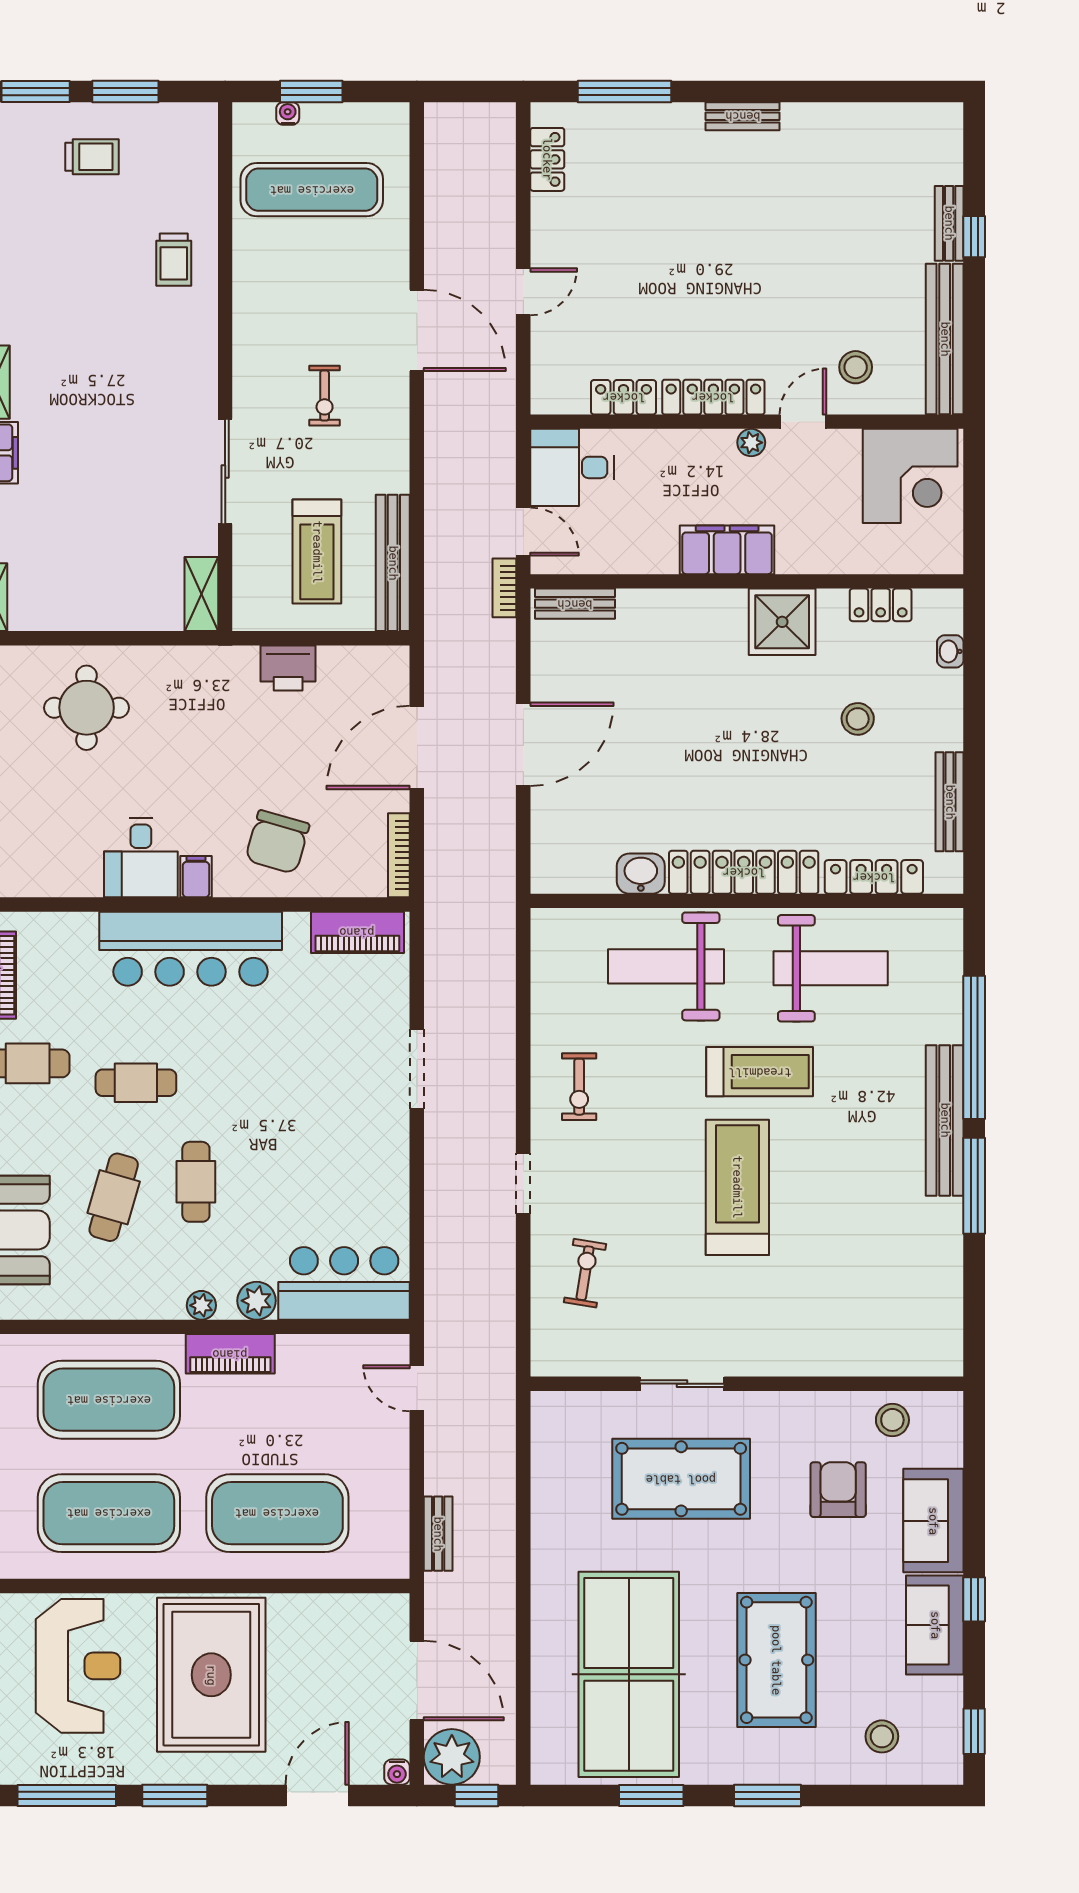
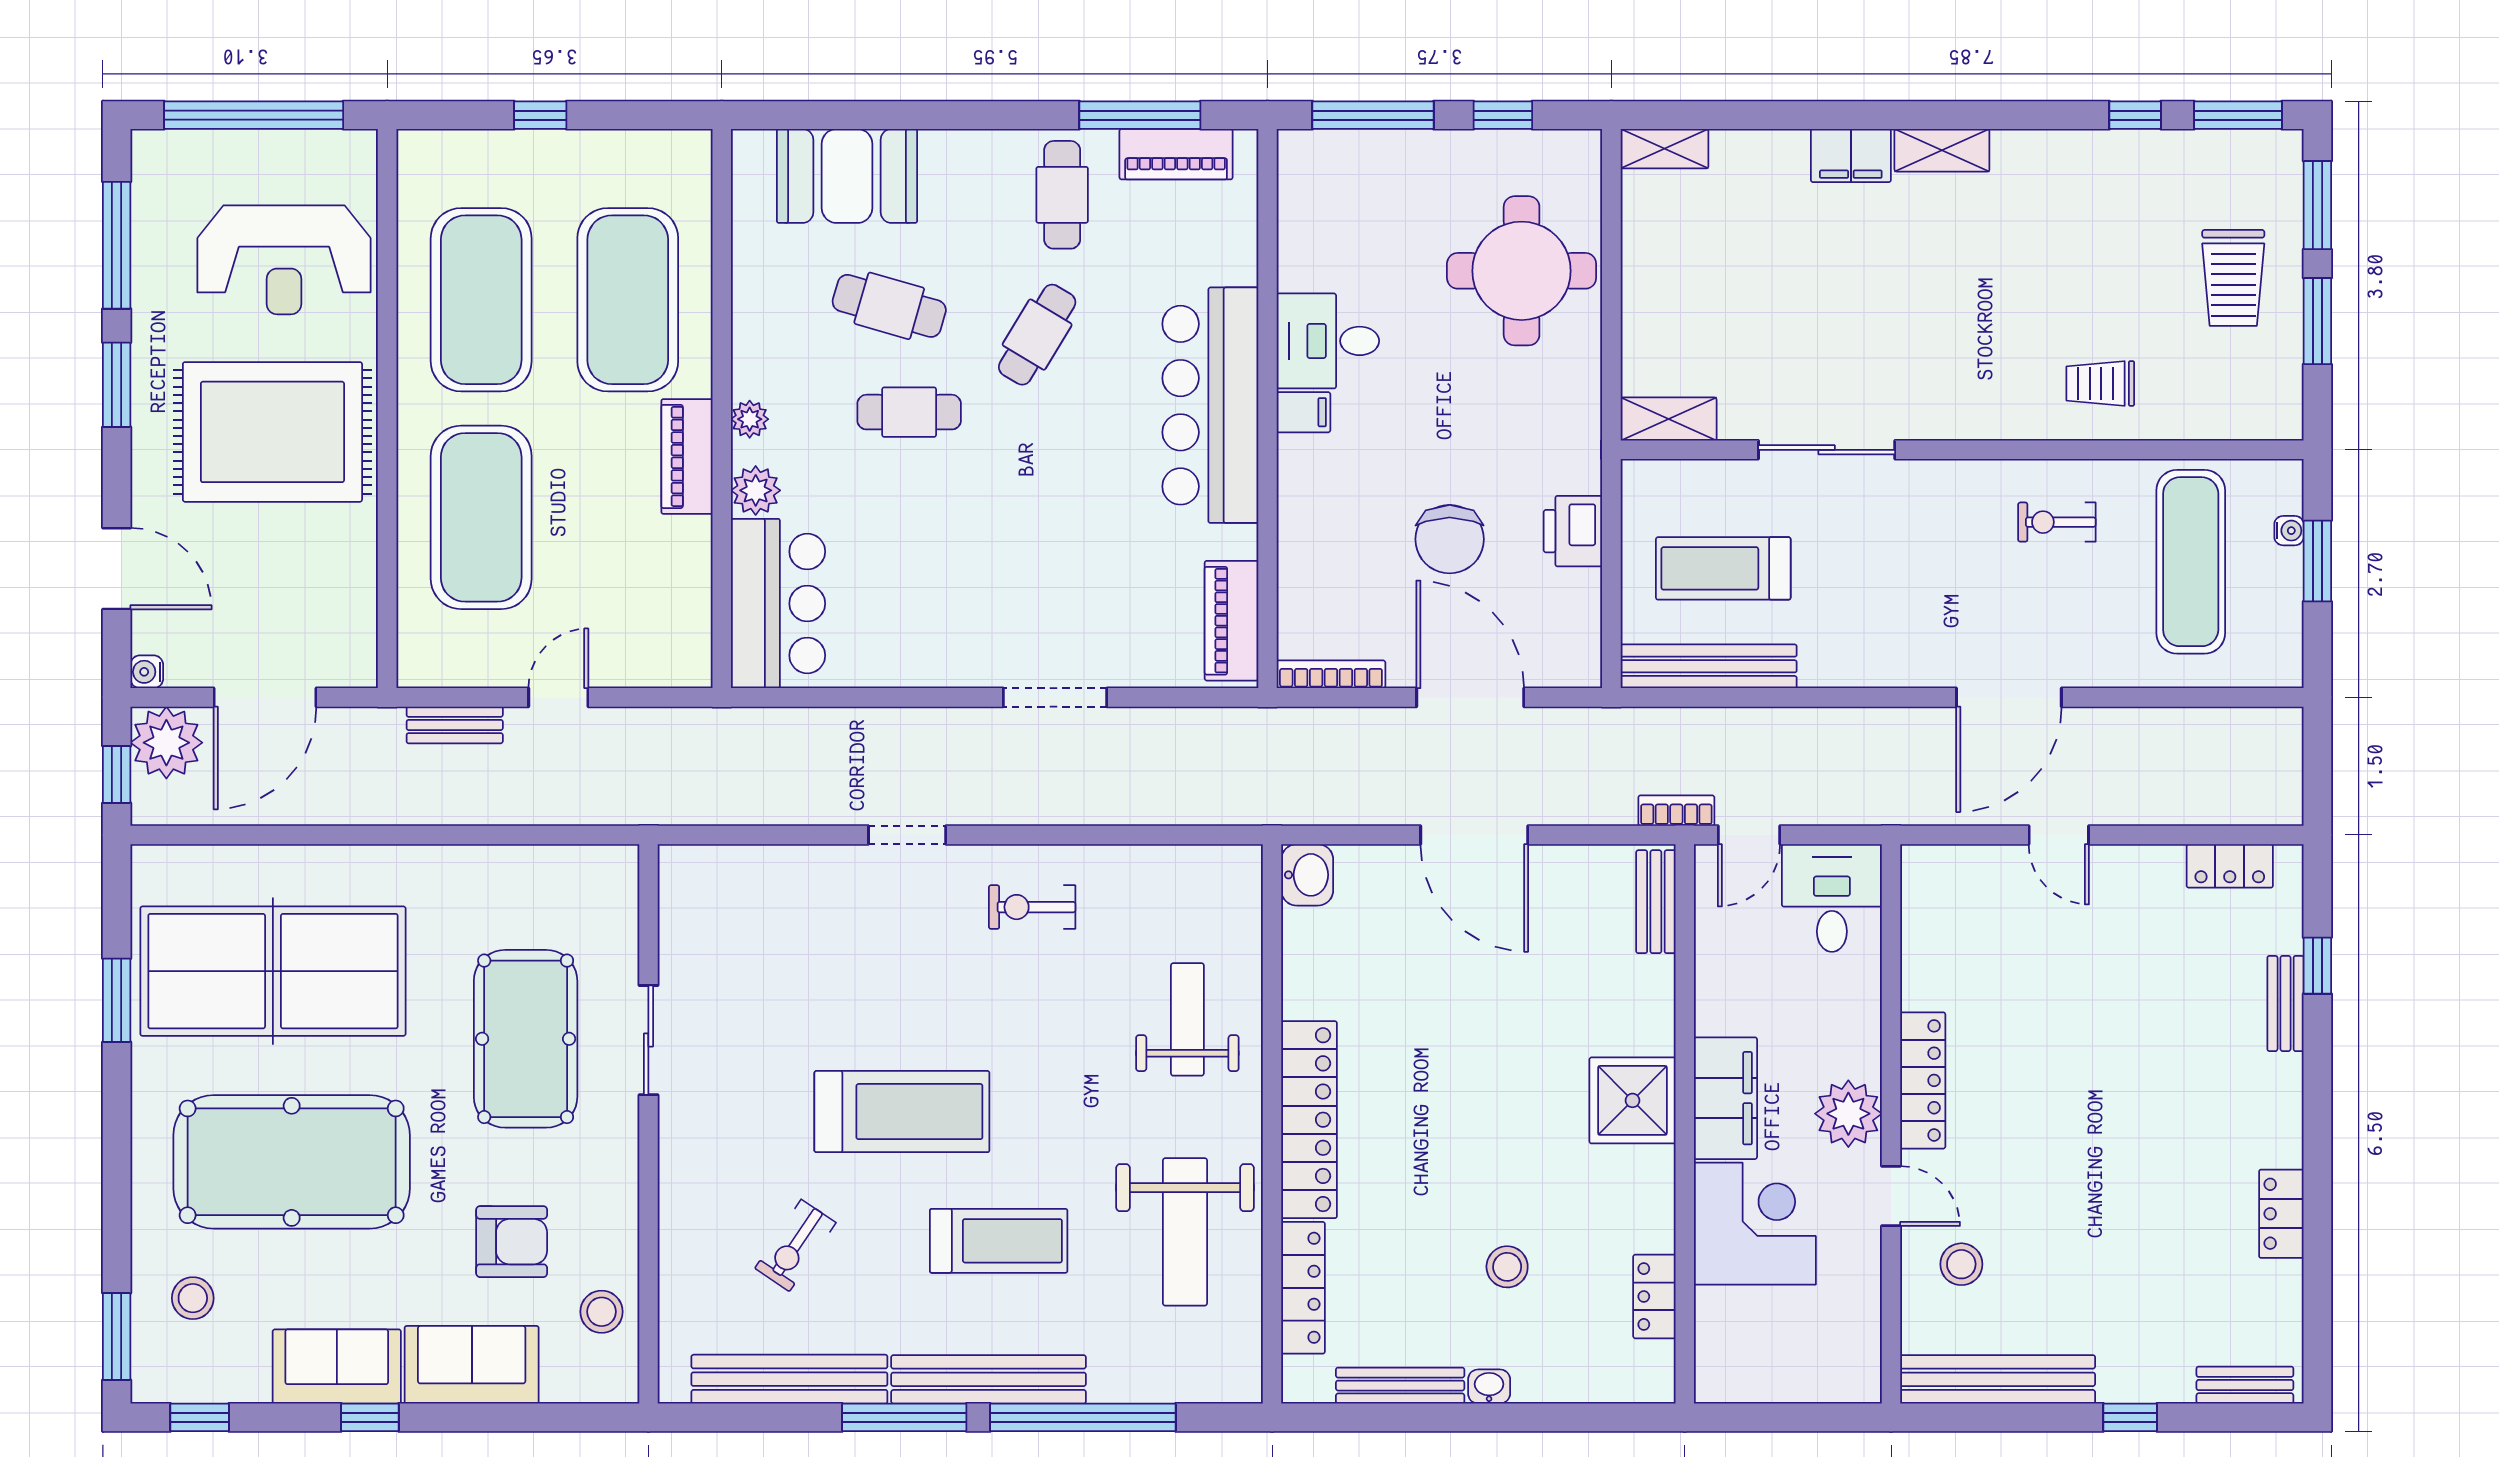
window: (625, 92) -> (2317, 966), width x0.46
bench: (743, 116) -> (2286, 1003), moved
trolley: (92, 157) -> (2233, 278), width x1.36, depth x1.39
bench: (949, 223) -> (2245, 1385), moved
exercise bike: (325, 396) -> (2057, 522), moved
locker: (624, 397) -> (2281, 1214), moved, turned 180
plant: (751, 443) -> (1848, 1114), width x1.88, depth x1.88
corner desk: (910, 476) -> (1755, 1224), moved, turned 180
shower: (782, 622) -> (1632, 1100), moved
washbasin: (950, 651) -> (1489, 1386), moved
round table: (87, 708) -> (1522, 271), width x1.36, depth x1.36
chair: (277, 842) -> (1450, 539), moved, turned -106
washbasin: (641, 874) -> (1307, 875), moved
weight bench: (666, 966) -> (1187, 1019), width x0.73, depth x0.75
treadmill: (760, 1072) -> (999, 1241), moved, turned -90
cafe table: (136, 1083) -> (1037, 335), turned 31
exercise bike: (585, 1273) -> (795, 1245), moved, turned 115
bench: (945, 1275) -> (789, 1379), added
door: (417, 1388) -> (558, 697), moved
pool table: (776, 1660) -> (292, 1162), width x1.36, depth x1.32
window: (767, 1795) -> (117, 1336), moved

